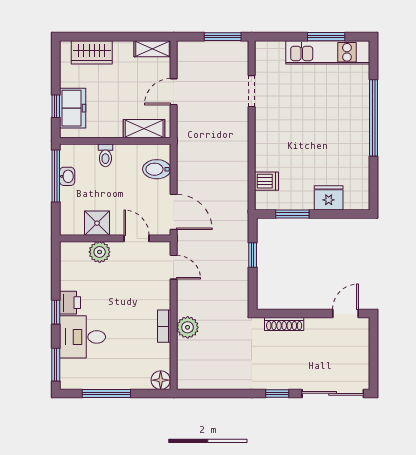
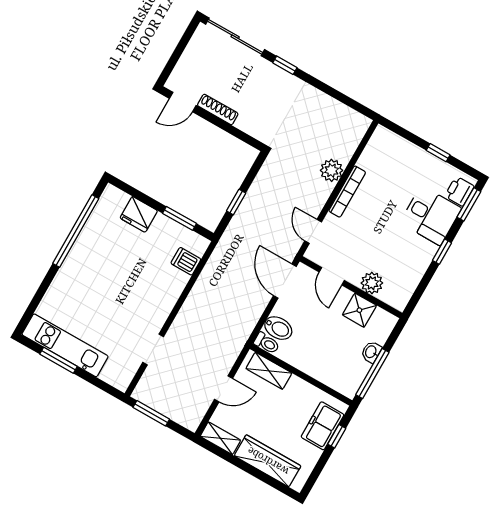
wardrobe: (92, 52) -> (268, 461), width x1.50
window: (374, 118) -> (76, 231), moved
toilet: (105, 155) -> (267, 343), moved, turned 90
washbasin: (67, 176) -> (371, 352), moved
printer: (70, 303) -> (459, 191), moved
shoe rack: (284, 324) -> (218, 109), moved
bookcase: (164, 326) -> (347, 192), width x1.56
floor lamp: (161, 380) -> (383, 137), removed
window: (106, 393) -> (438, 153), width x0.46

